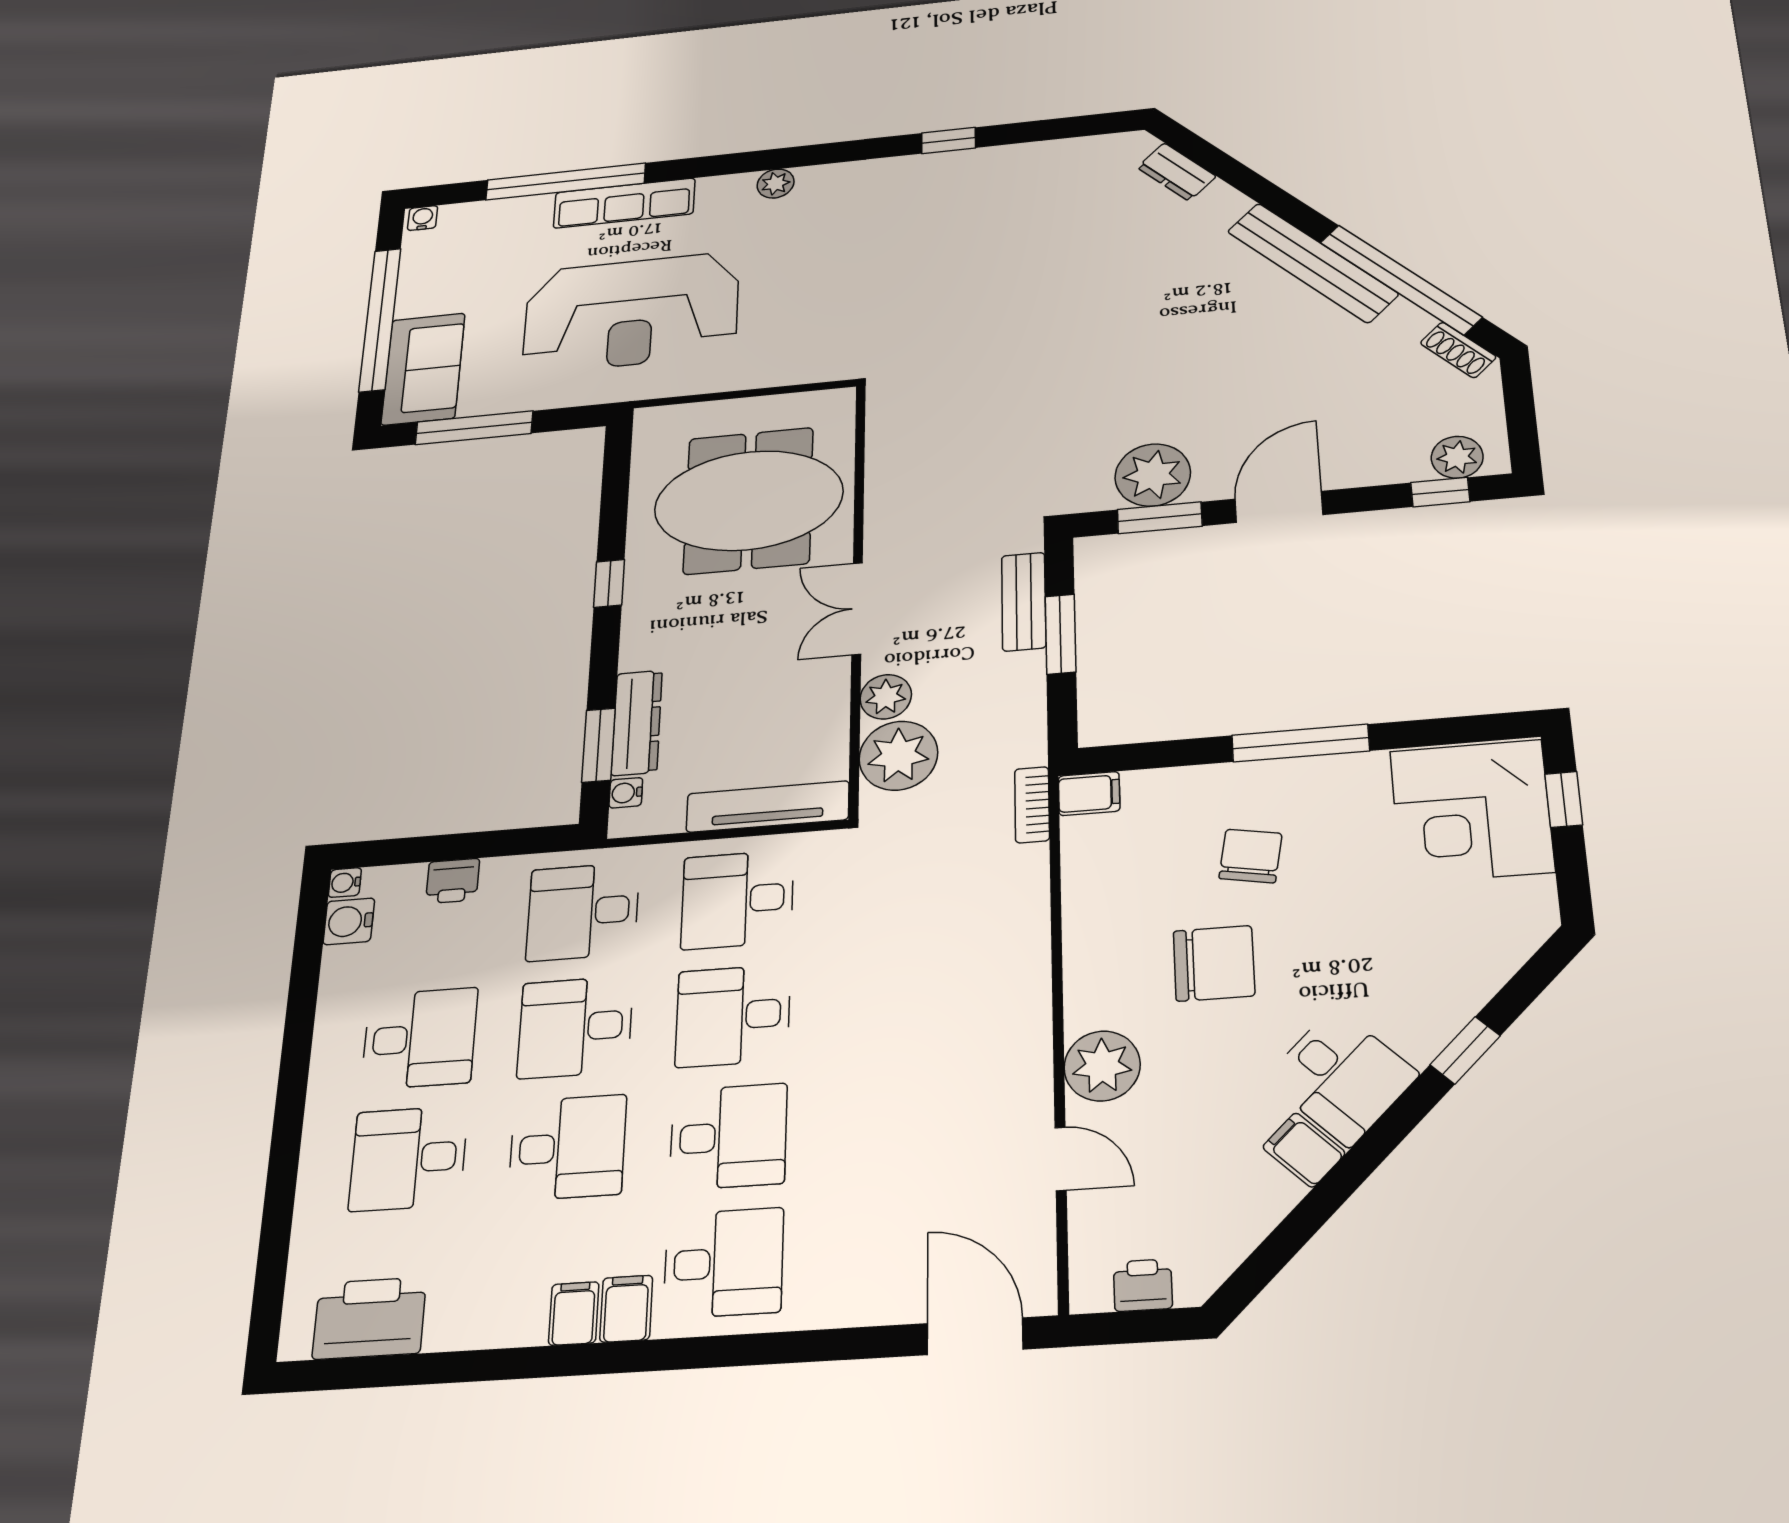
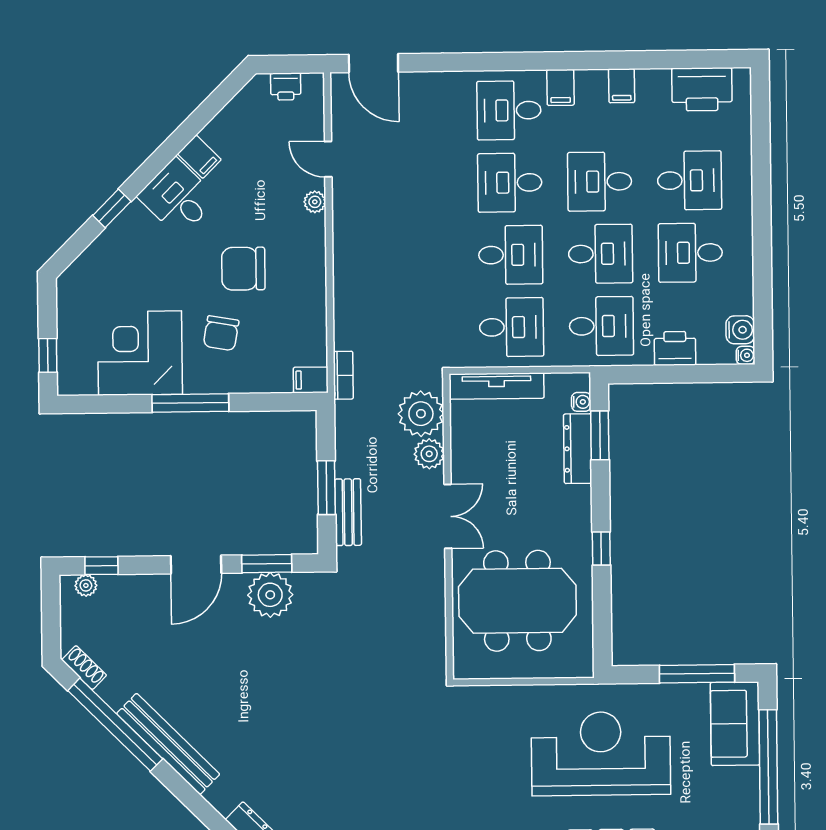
plant: (1457, 457) -> (86, 585), width x0.73, depth x0.73
corner desk: (1472, 811) -> (140, 353), moved, turned -90
printer: (453, 881) -> (675, 348), width x1.36, depth x1.24
plant: (1102, 1066) -> (315, 202), width x0.53, depth x0.53
filing cabinet: (574, 1314) -> (622, 86), moved

